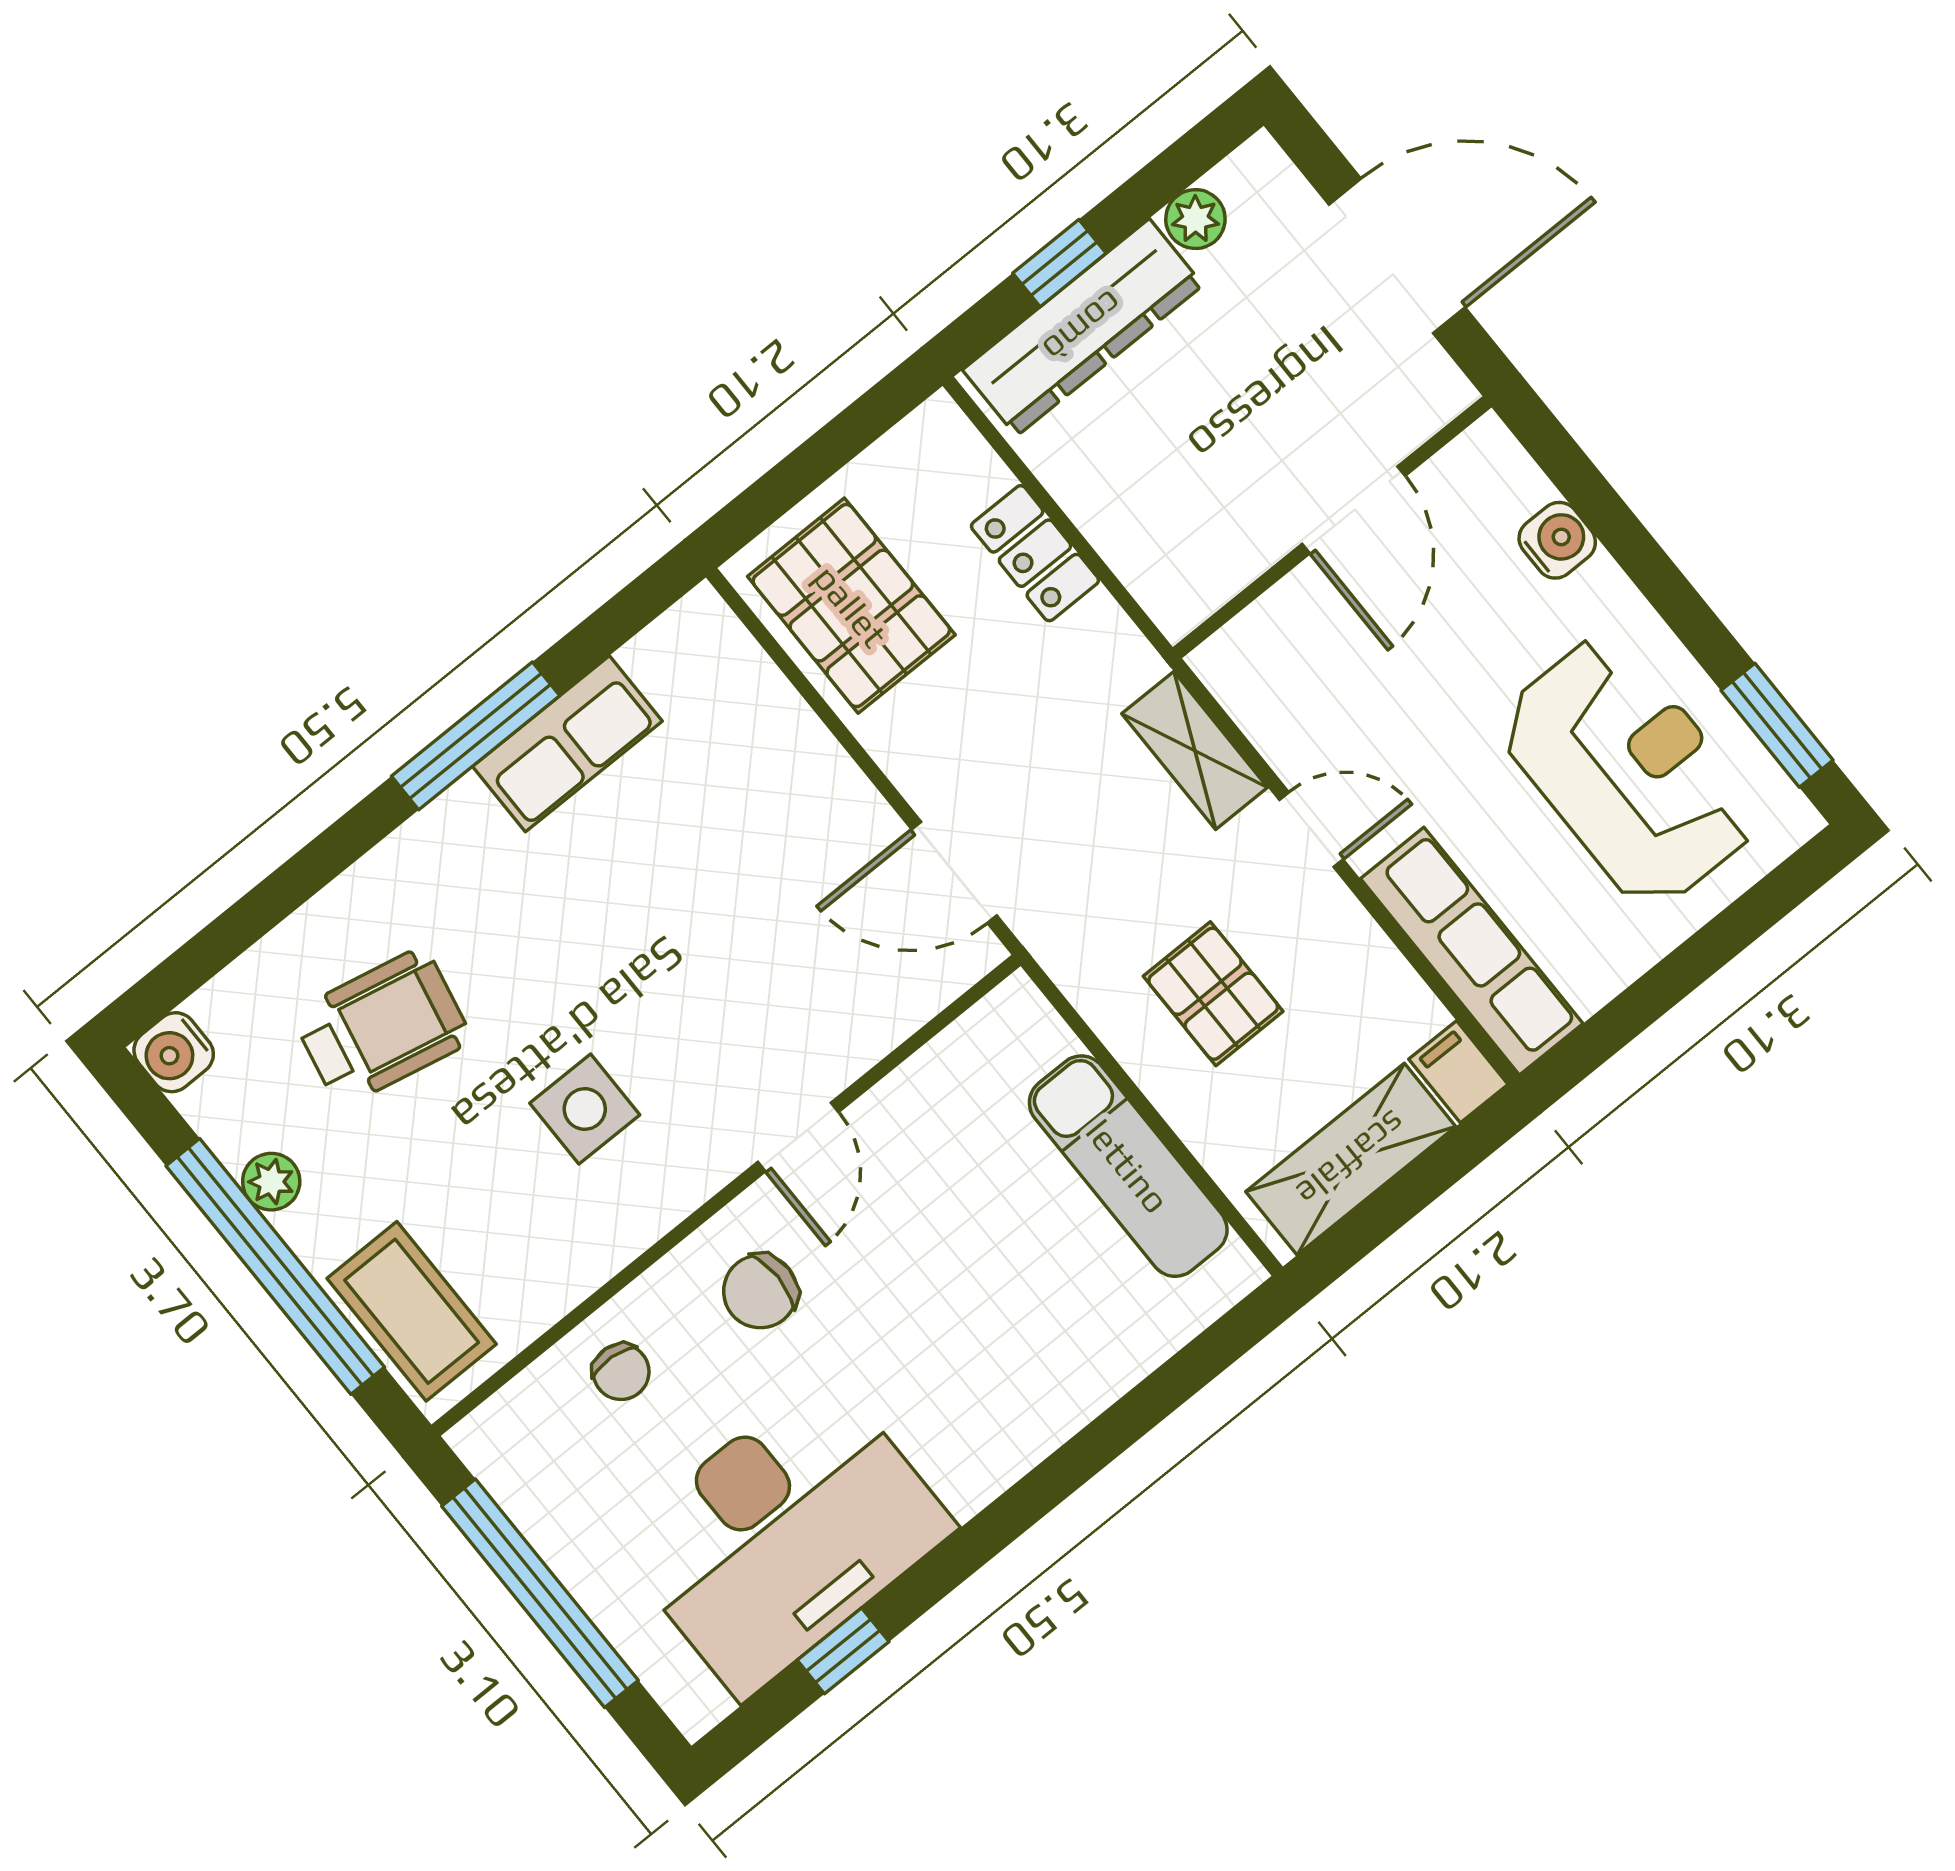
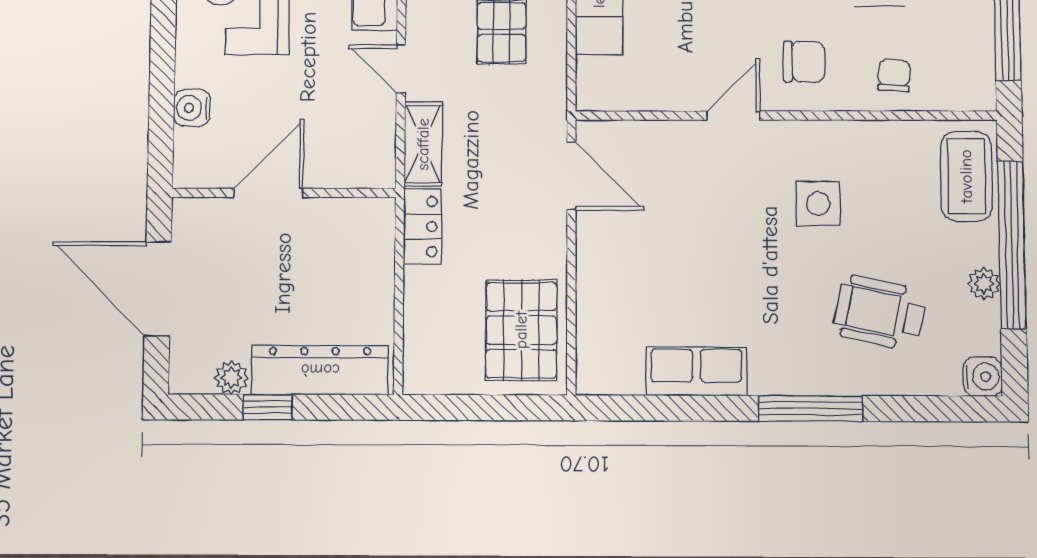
window: (1059, 263) -> (268, 407), moved
locker: (1035, 553) -> (423, 227), moved
window: (476, 736) -> (810, 408), moved

